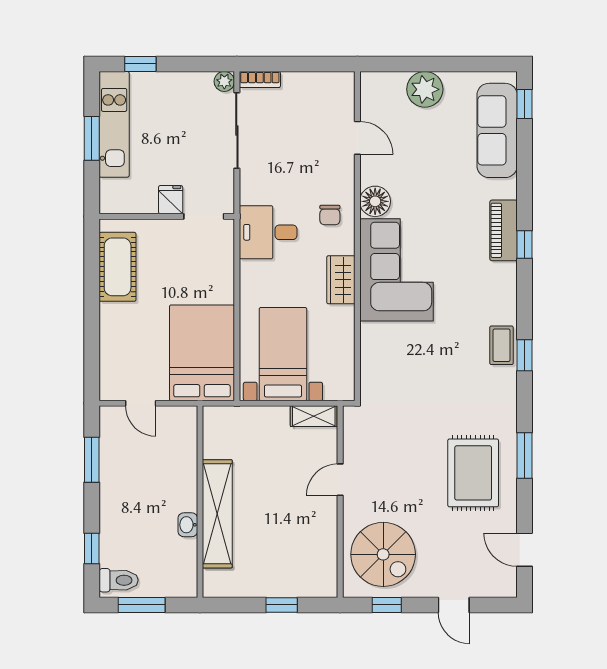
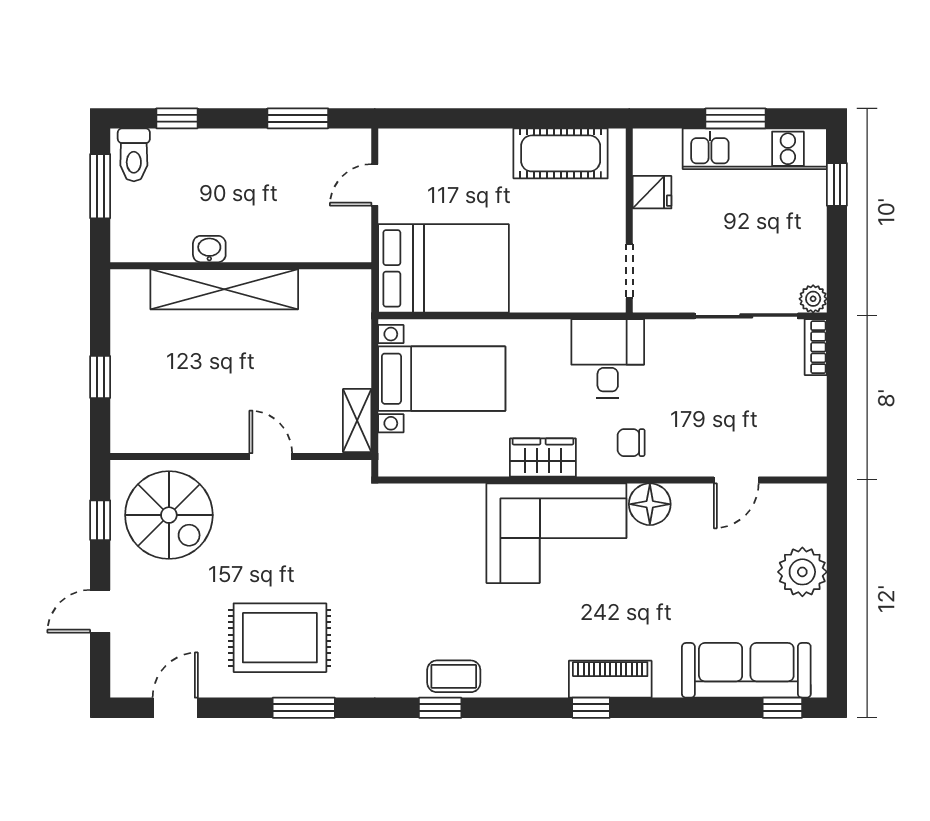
fridge: (171, 200) -> (652, 192), moved
spiral stairs: (383, 554) -> (169, 515), turned -90

